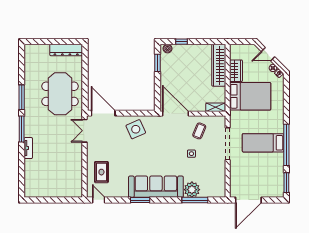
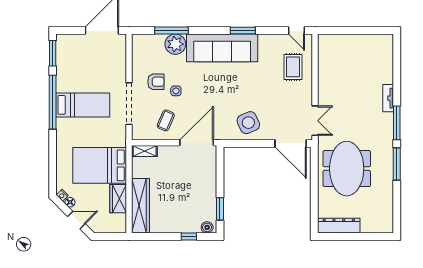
door: (175, 114) -> (197, 143), swing flipped
armchair: (207, 161) -> (156, 82), added

